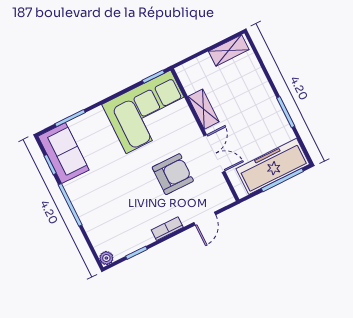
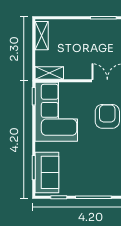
shelving: (204, 109) -> (49, 73), moved
sofa: (64, 153) -> (47, 172), moved, turned 90

